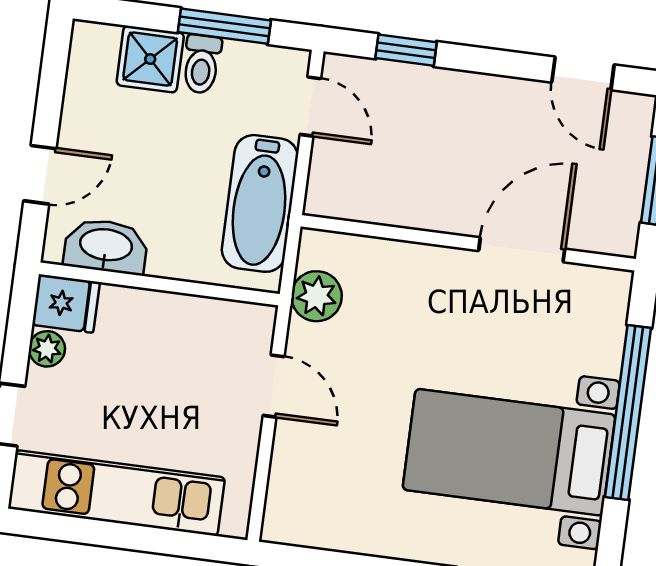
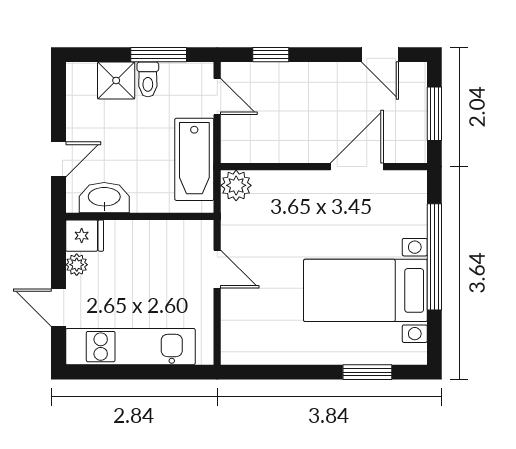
plant: (317, 296) -> (236, 185), moved

